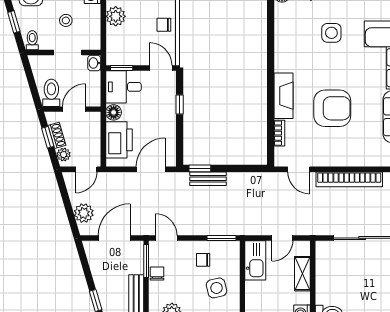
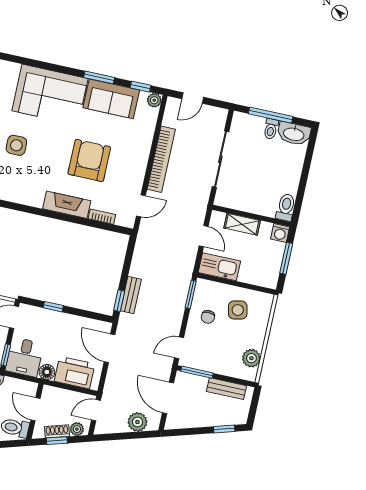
door: (86, 169) -> (96, 410), swing flipped
chair: (157, 274) -> (211, 364), removed

